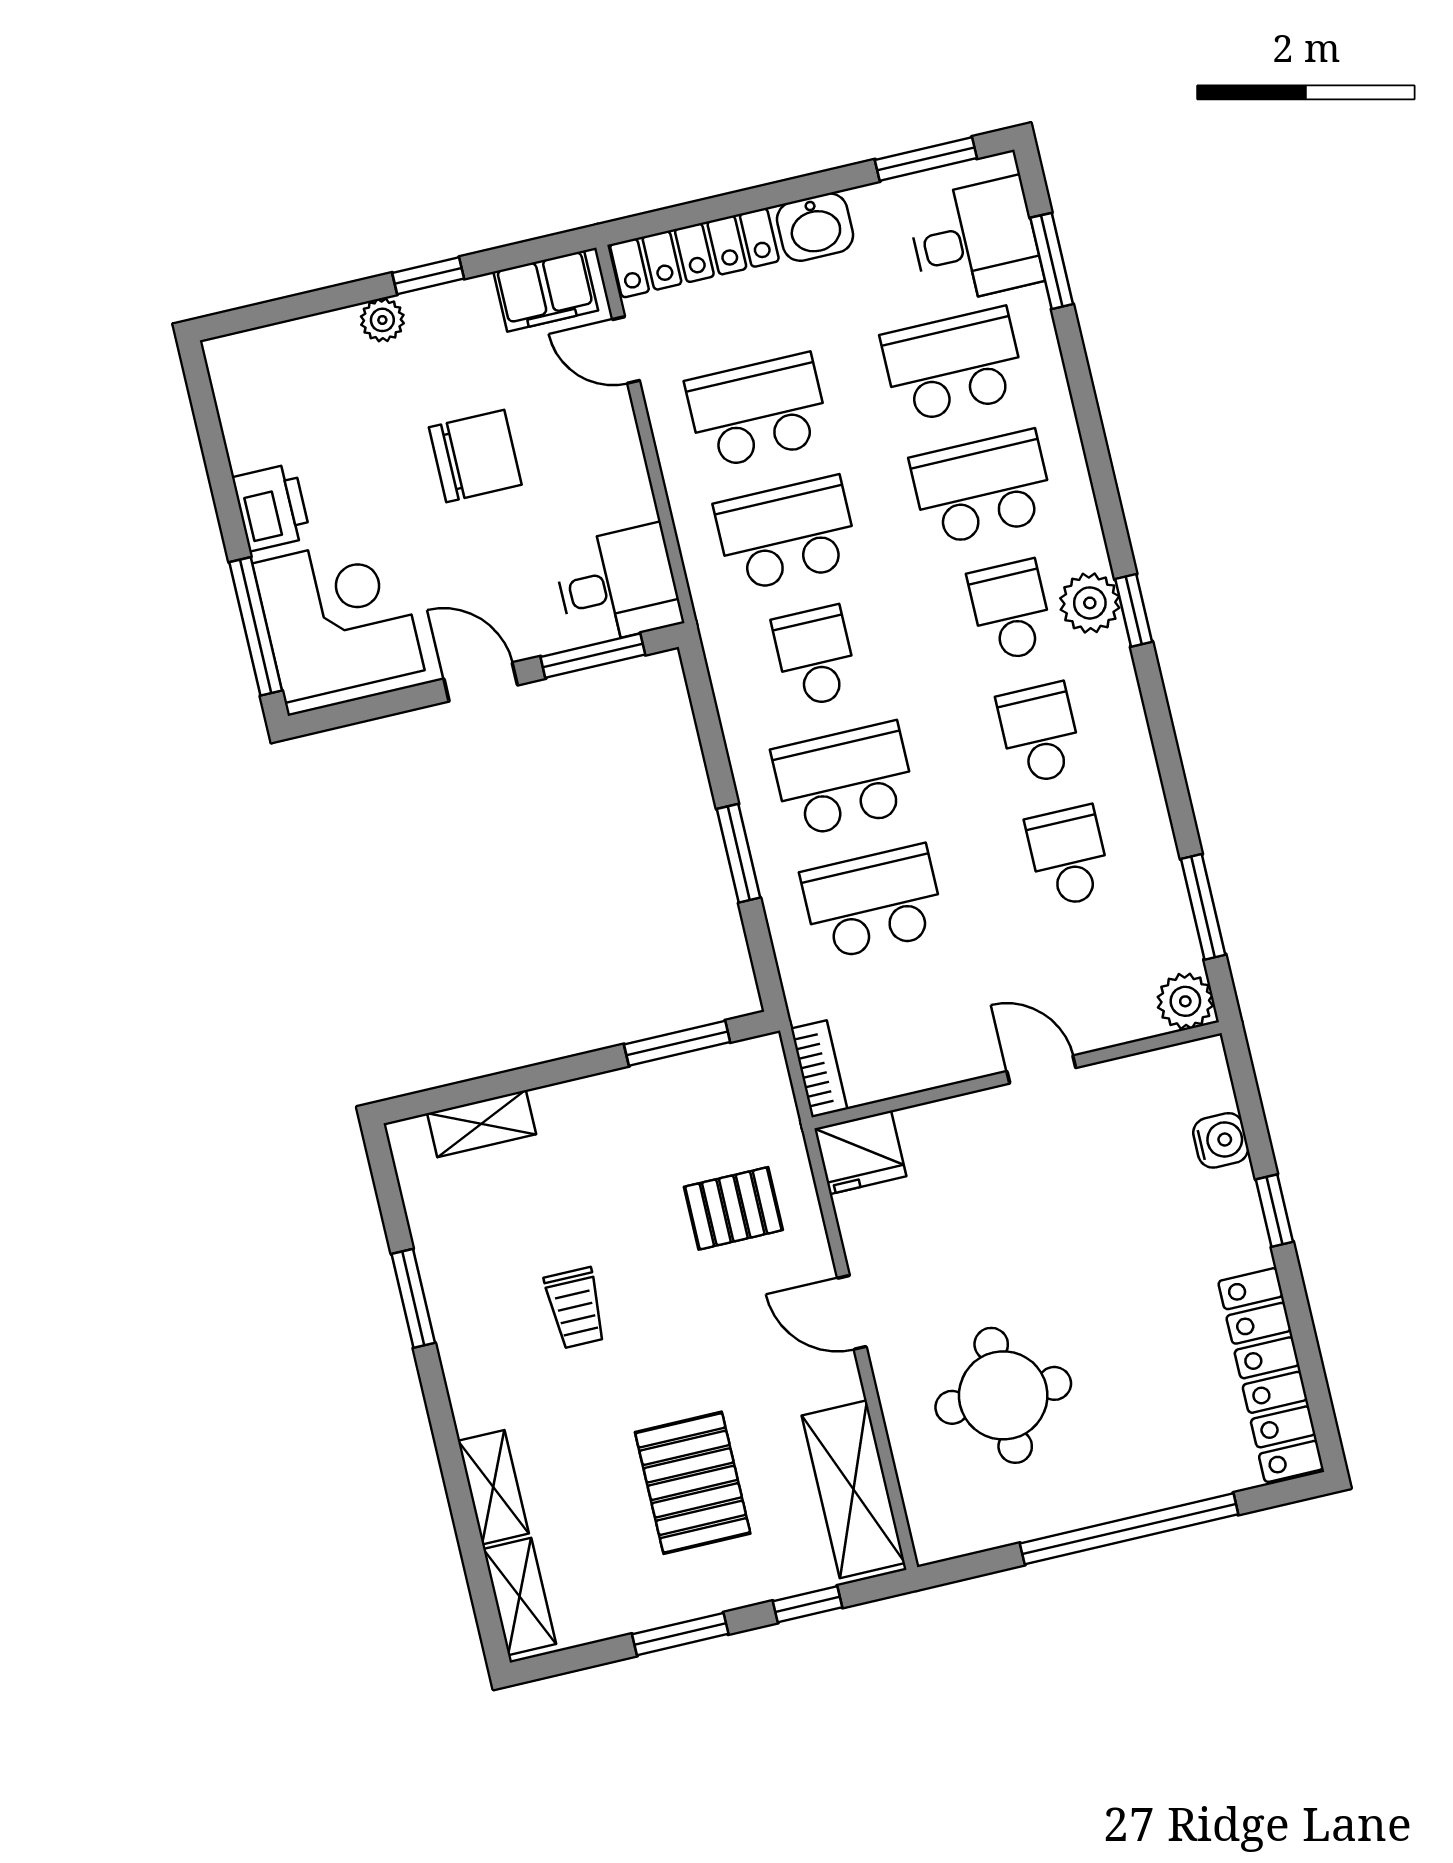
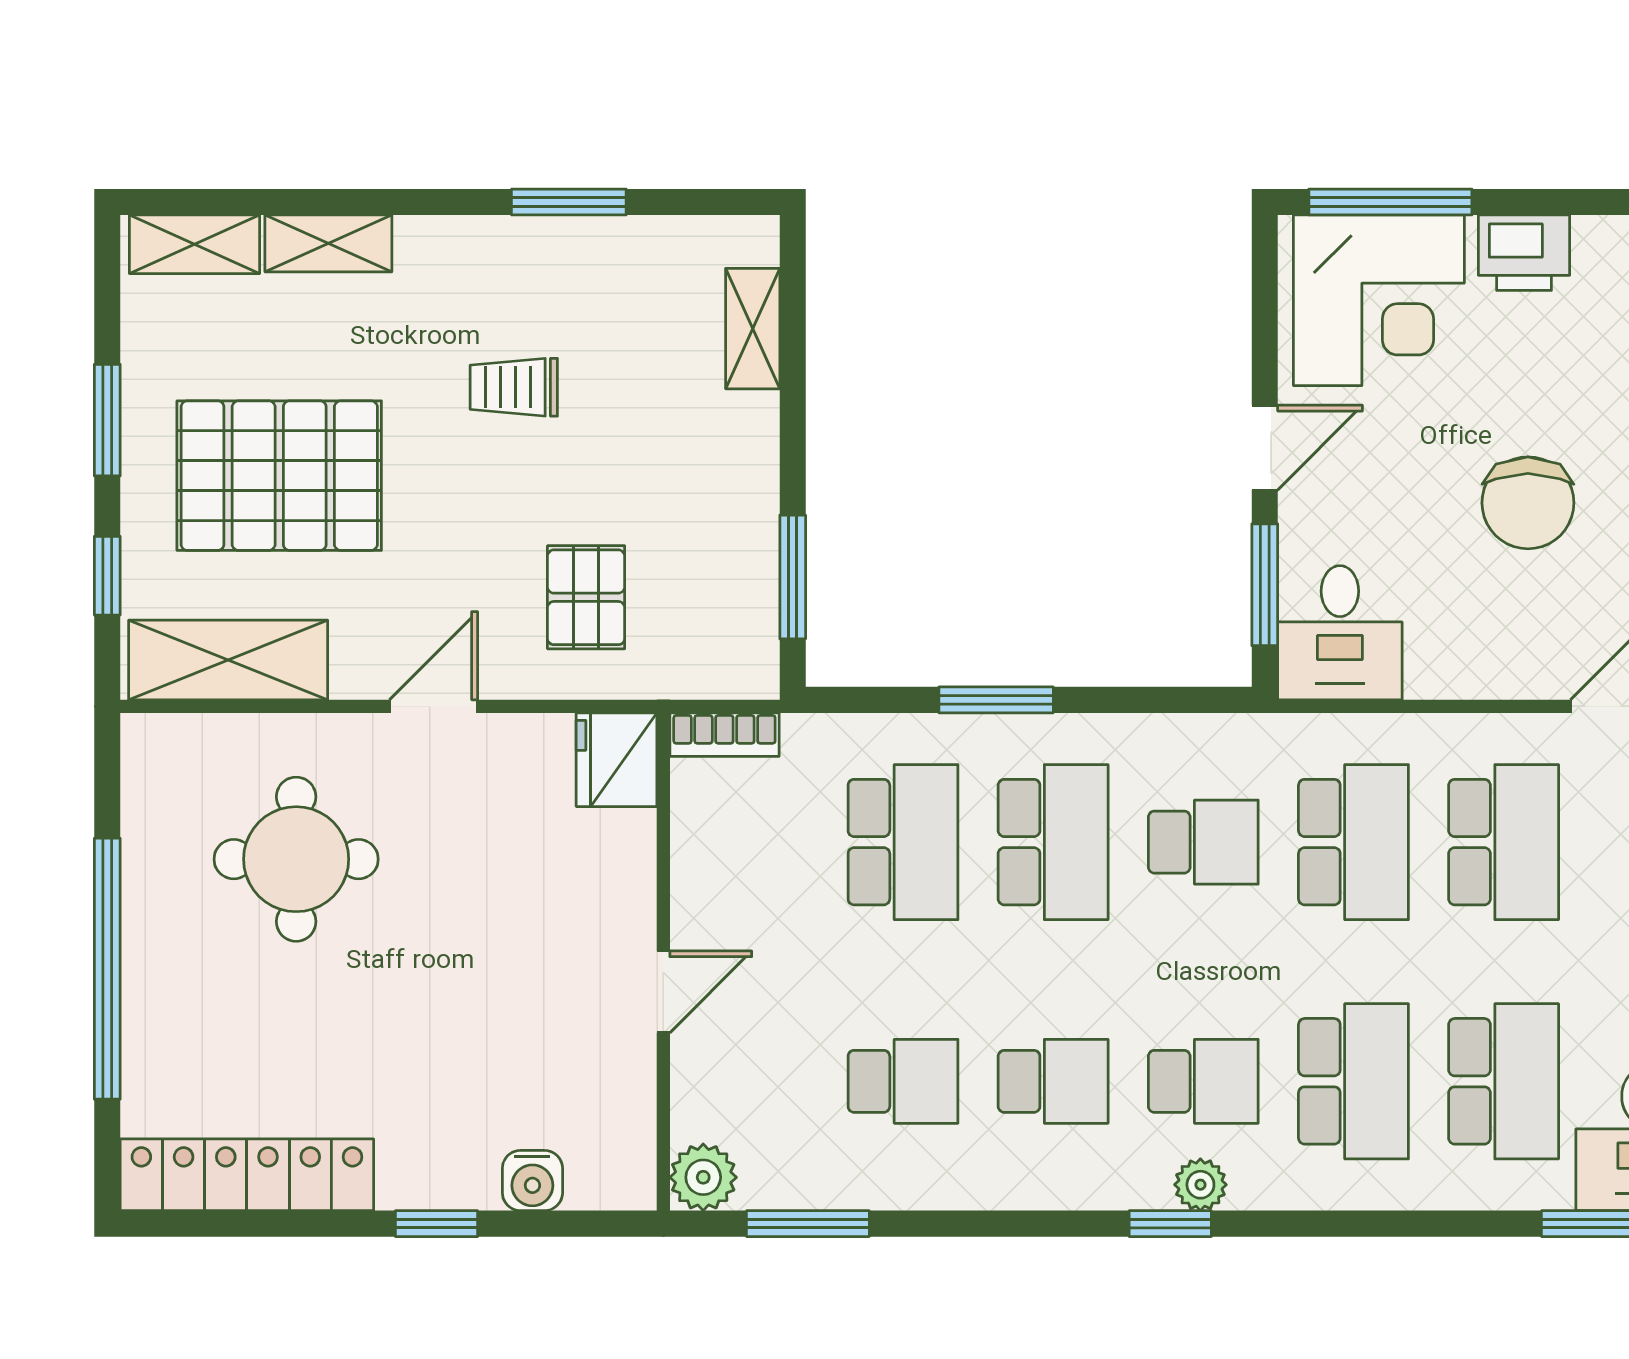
plant: (1090, 603) -> (1200, 1185), width x0.73, depth x0.73
pallet: (693, 1483) -> (279, 476), width x1.37, depth x1.41

